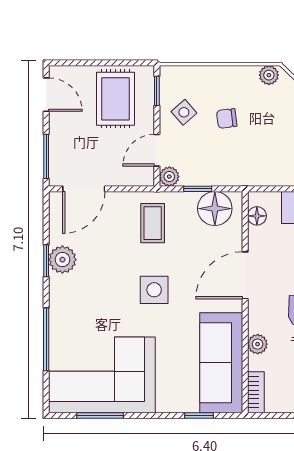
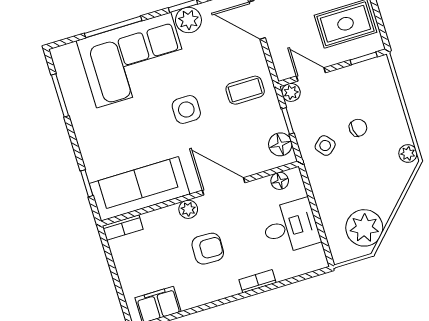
side table: (184, 112) -> (325, 146), moved
chair: (227, 118) -> (358, 128), turned 86
floor lamp: (215, 209) -> (280, 144), width x0.73, depth x0.73
plant: (258, 344) -> (188, 209), moved
corner sofa: (102, 375) -> (134, 60), moved, turned 90

